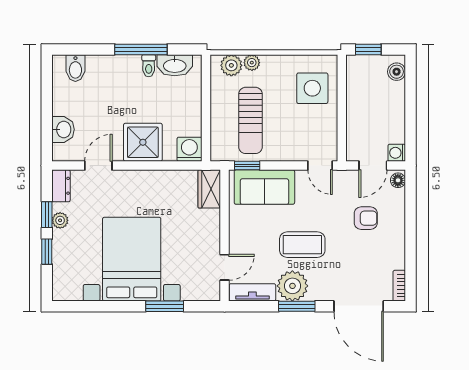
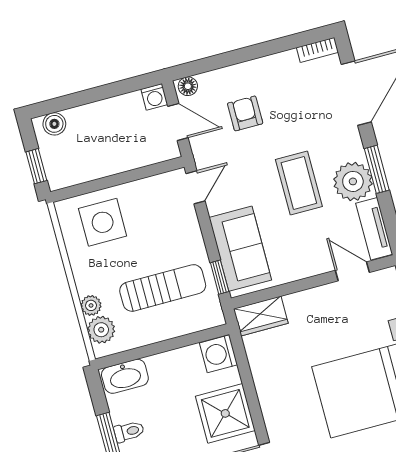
washbasin: (175, 65) -> (125, 376), moved, turned 90

